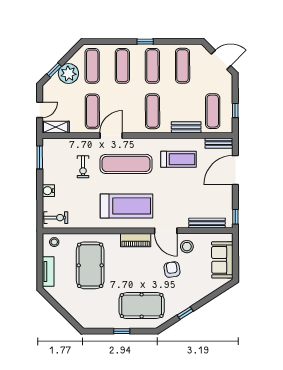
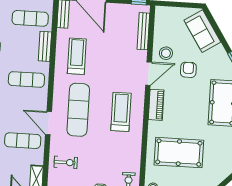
exercise bike: (83, 167) -> (66, 162), moved
treadmill: (126, 206) -> (121, 112), width x0.73, depth x0.73
sofa: (222, 260) -> (202, 31), moved, turned 57
armchair: (172, 270) -> (188, 70), turned 99

